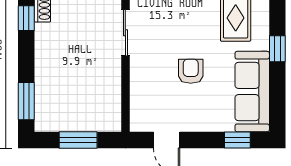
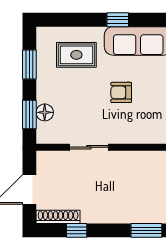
window: (277, 49) -> (118, 20), moved

